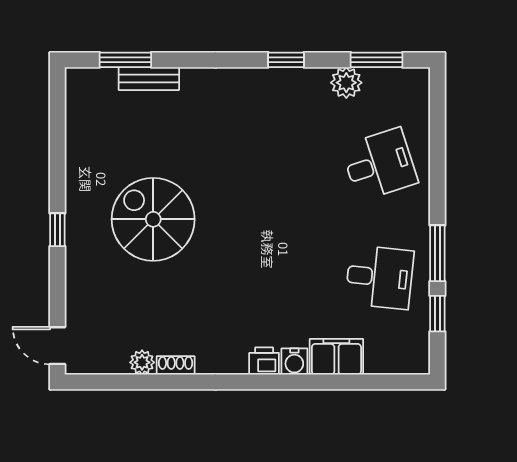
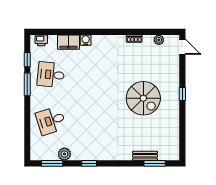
printer: (264, 361) -> (41, 40), moved
plant: (142, 362) -> (159, 40), moved

